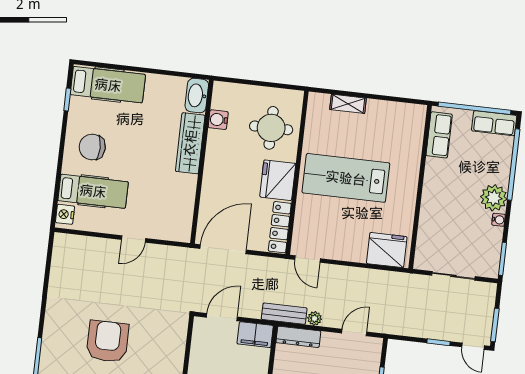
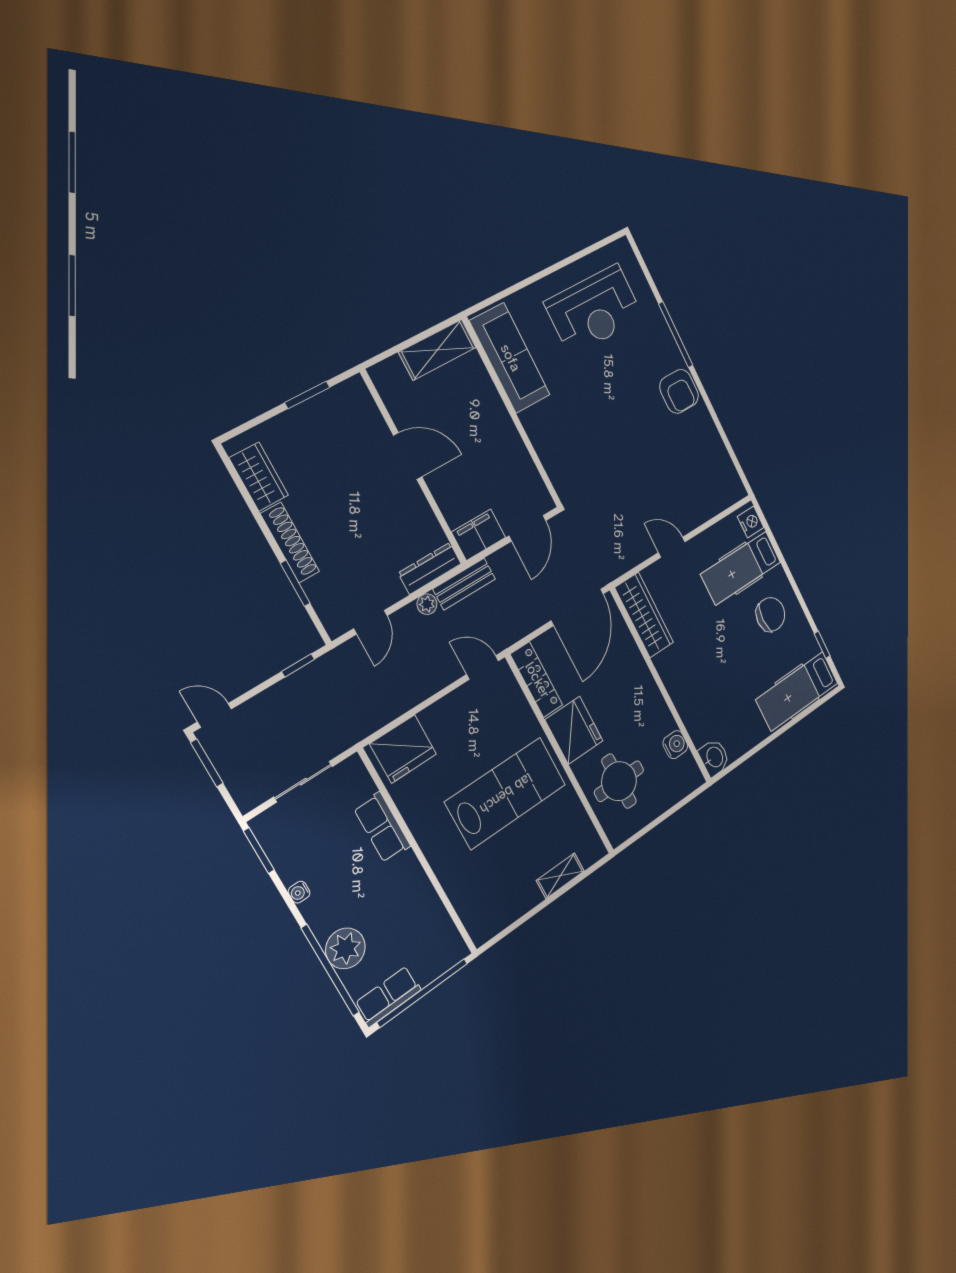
washbasin: (197, 96) -> (714, 757), width x0.72
row of seats: (439, 135) -> (382, 827), moved
wardrobe: (190, 143) -> (644, 615), moved
plant: (494, 198) -> (345, 948), moved
door: (133, 239) -> (672, 547), hinge flipped
armchair: (107, 341) -> (679, 391), moved, width x0.73, depth x0.73
window: (438, 342) -> (298, 665), moved

